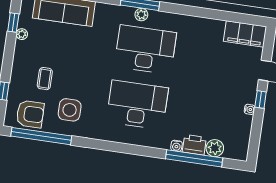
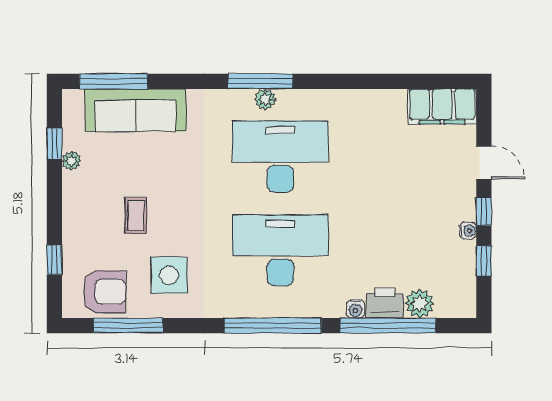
coffee table: (45, 79) -> (136, 216), moved
window: (256, 129) -> (484, 261), added
window: (41, 136) -> (128, 326), width x0.68
window: (126, 148) -> (273, 326), added

